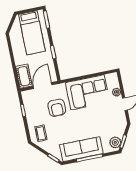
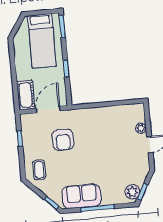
corner sofa: (88, 92) -> (104, 124), removed
sofa: (81, 149) -> (81, 196), width x0.73

